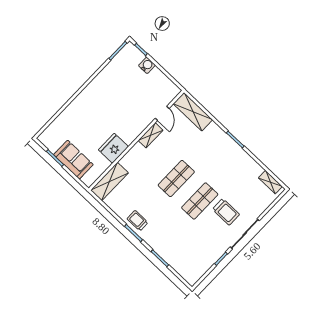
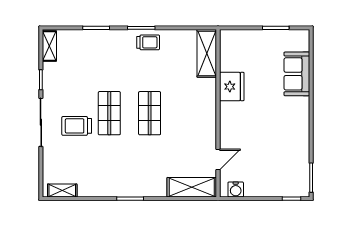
water cooler: (147, 65) -> (236, 189), moved
door: (162, 113) -> (218, 159), swing flipped
shelving: (151, 135) -> (49, 46), moved
sofa: (73, 160) -> (297, 74), moved, turned 90

